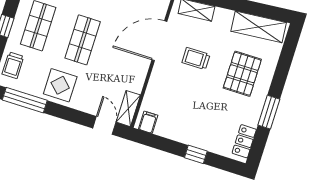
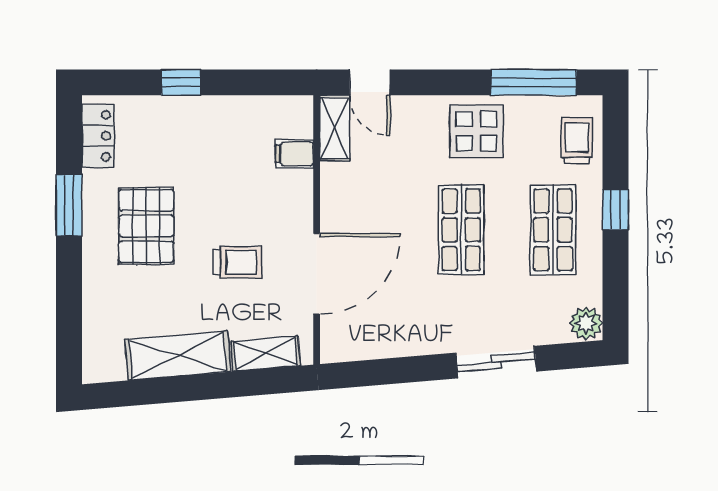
shelving: (259, 27) -> (178, 355), moved
pallet: (242, 74) -> (146, 226), moved
filing cabinet: (148, 122) -> (294, 154), moved, turned 90

